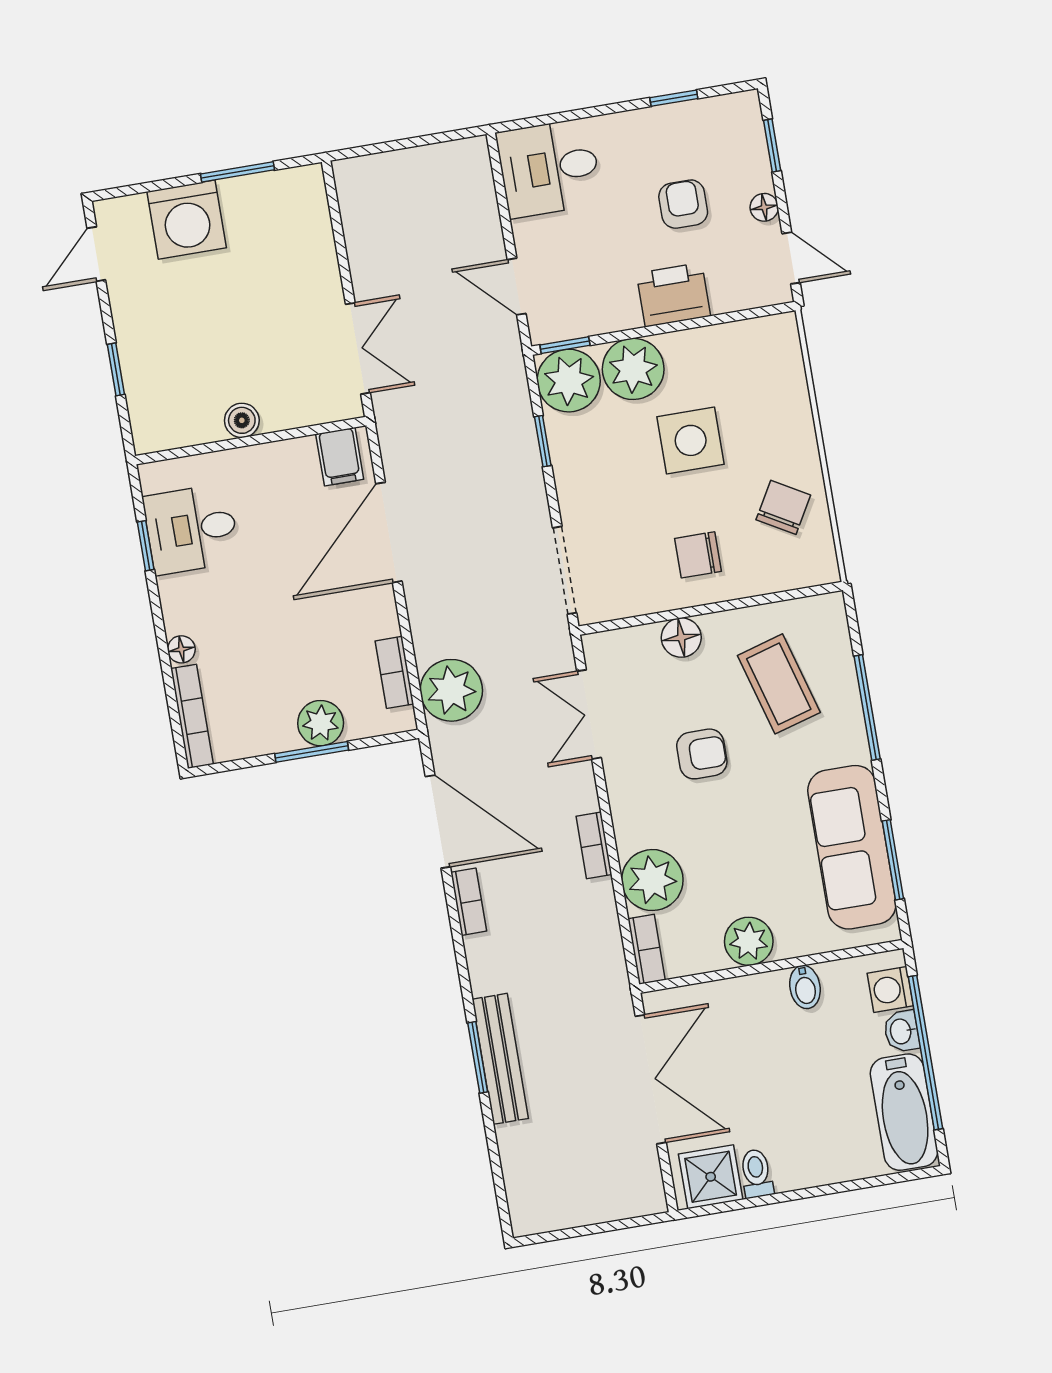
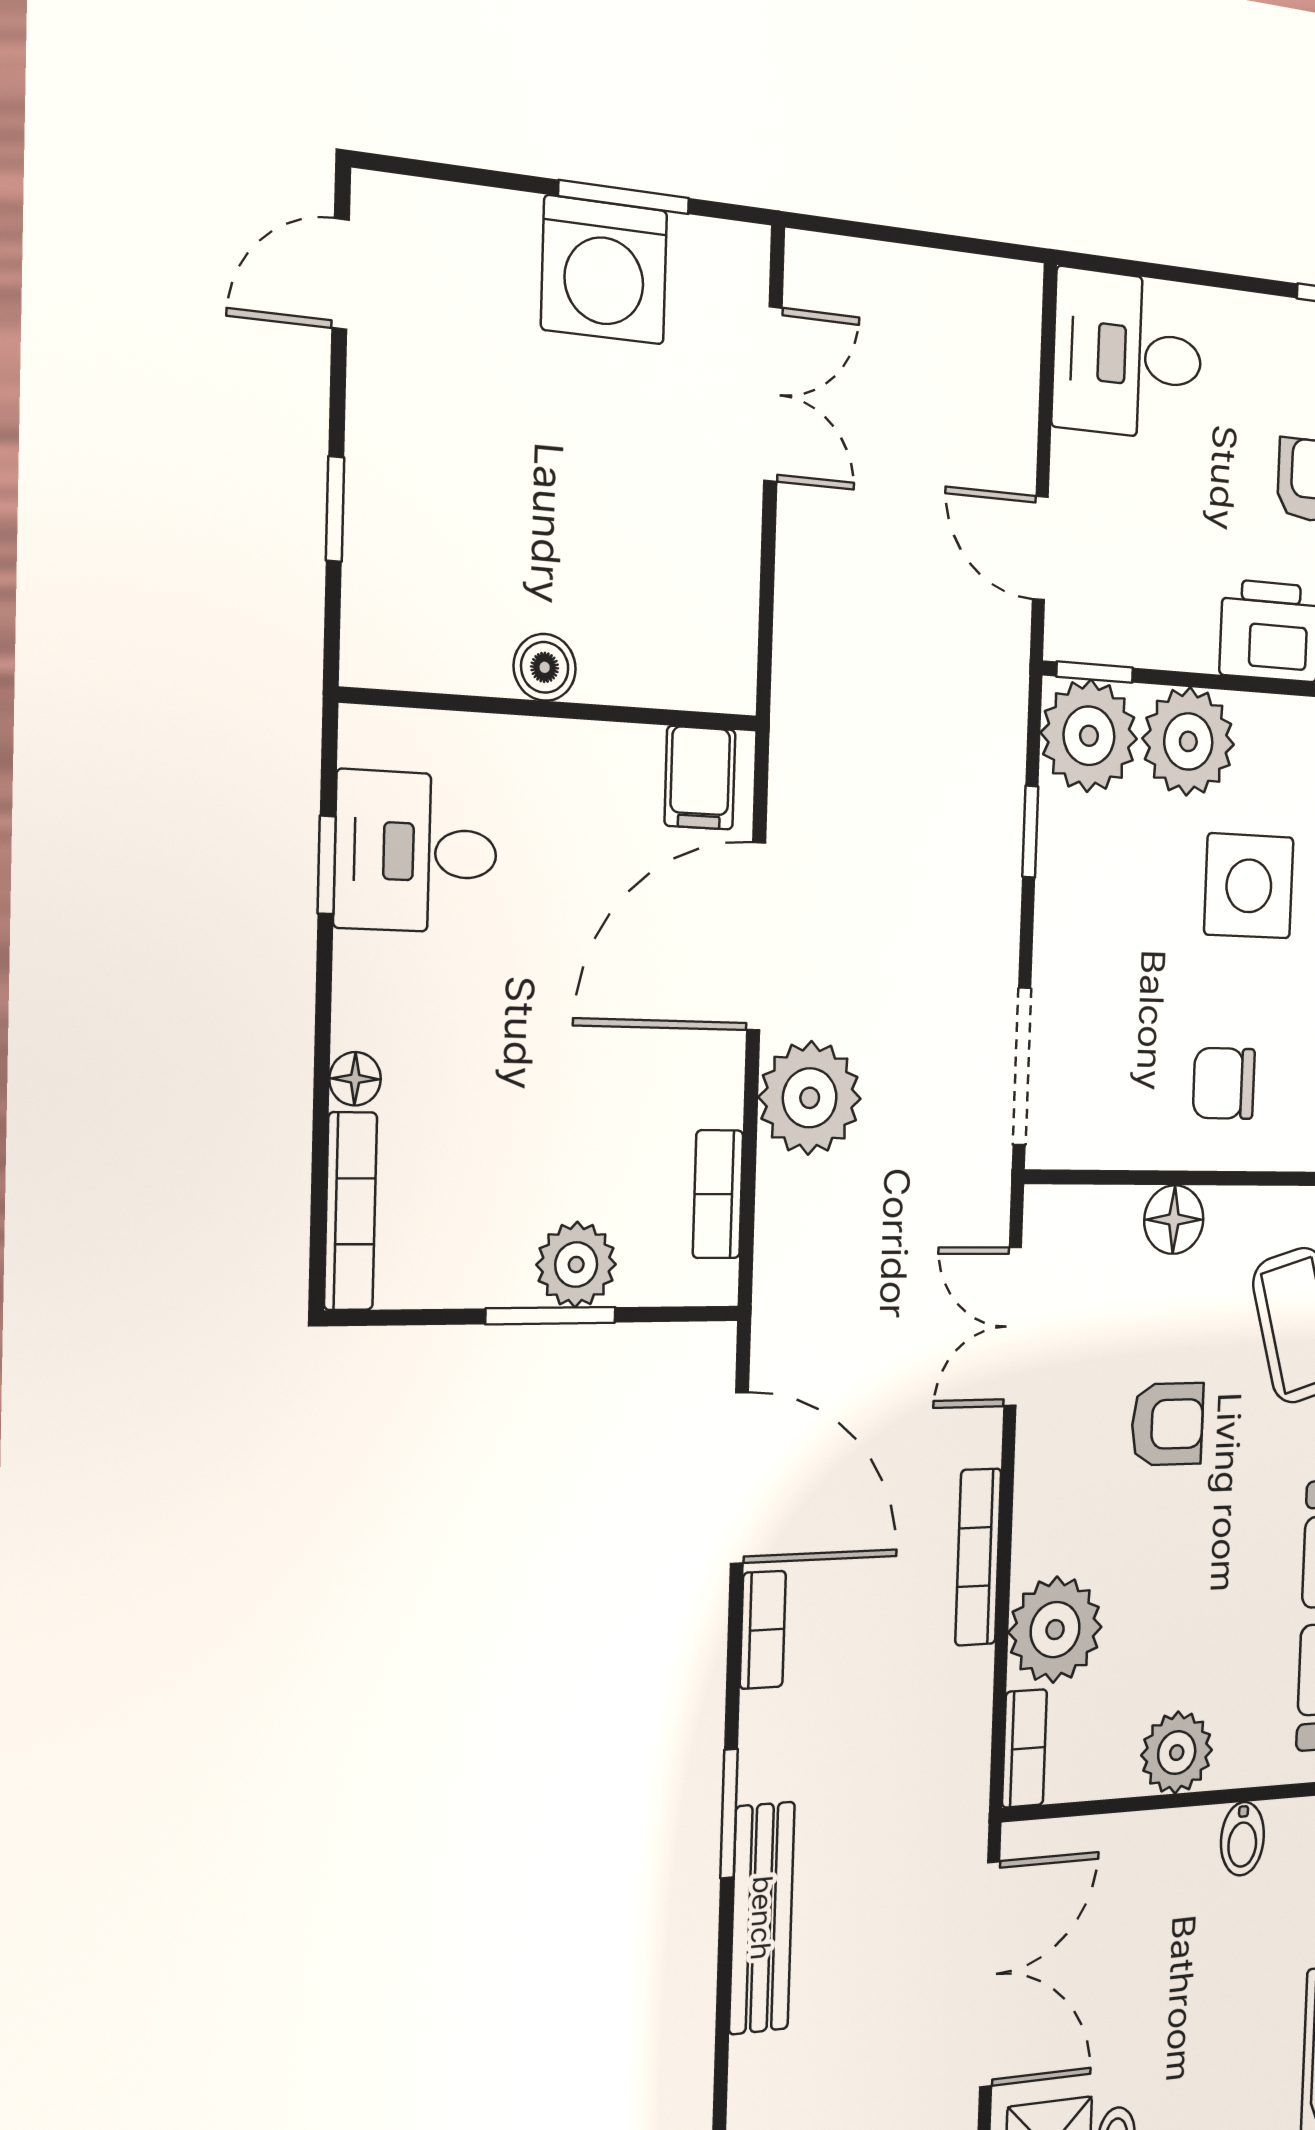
washing machine: (187, 220) -> (604, 270), moved
double door: (358, 348) -> (773, 394), moved
plant: (451, 690) -> (810, 1098), moved
bookcase: (594, 845) -> (978, 1557), width x1.56
window: (478, 1057) -> (729, 1814), moved

